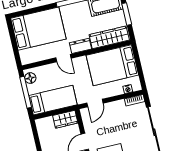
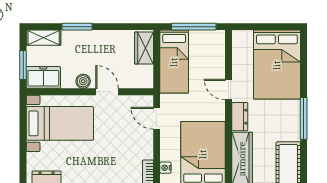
door: (63, 58) -> (228, 89), hinge flipped
floor lamp: (30, 78) -> (212, 38), removed
wardrobe: (65, 119) -> (144, 48), moved

